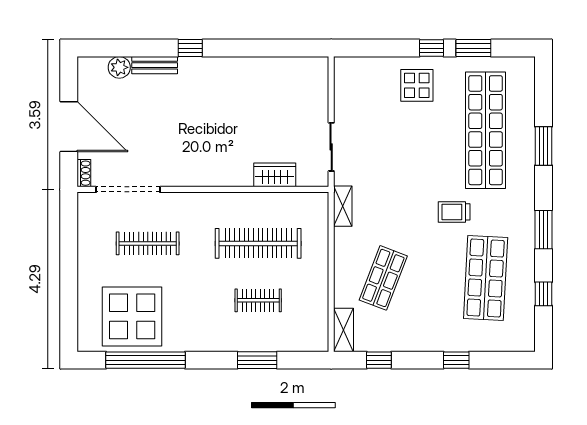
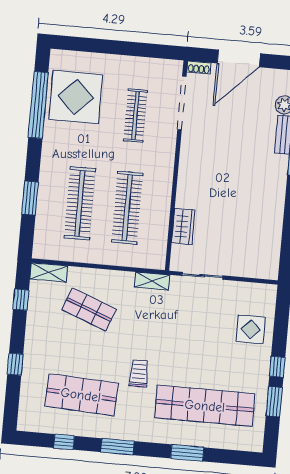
display table: (417, 85) -> (251, 329), moved
clothes rail: (258, 300) -> (80, 203), width x1.86, depth x1.31

